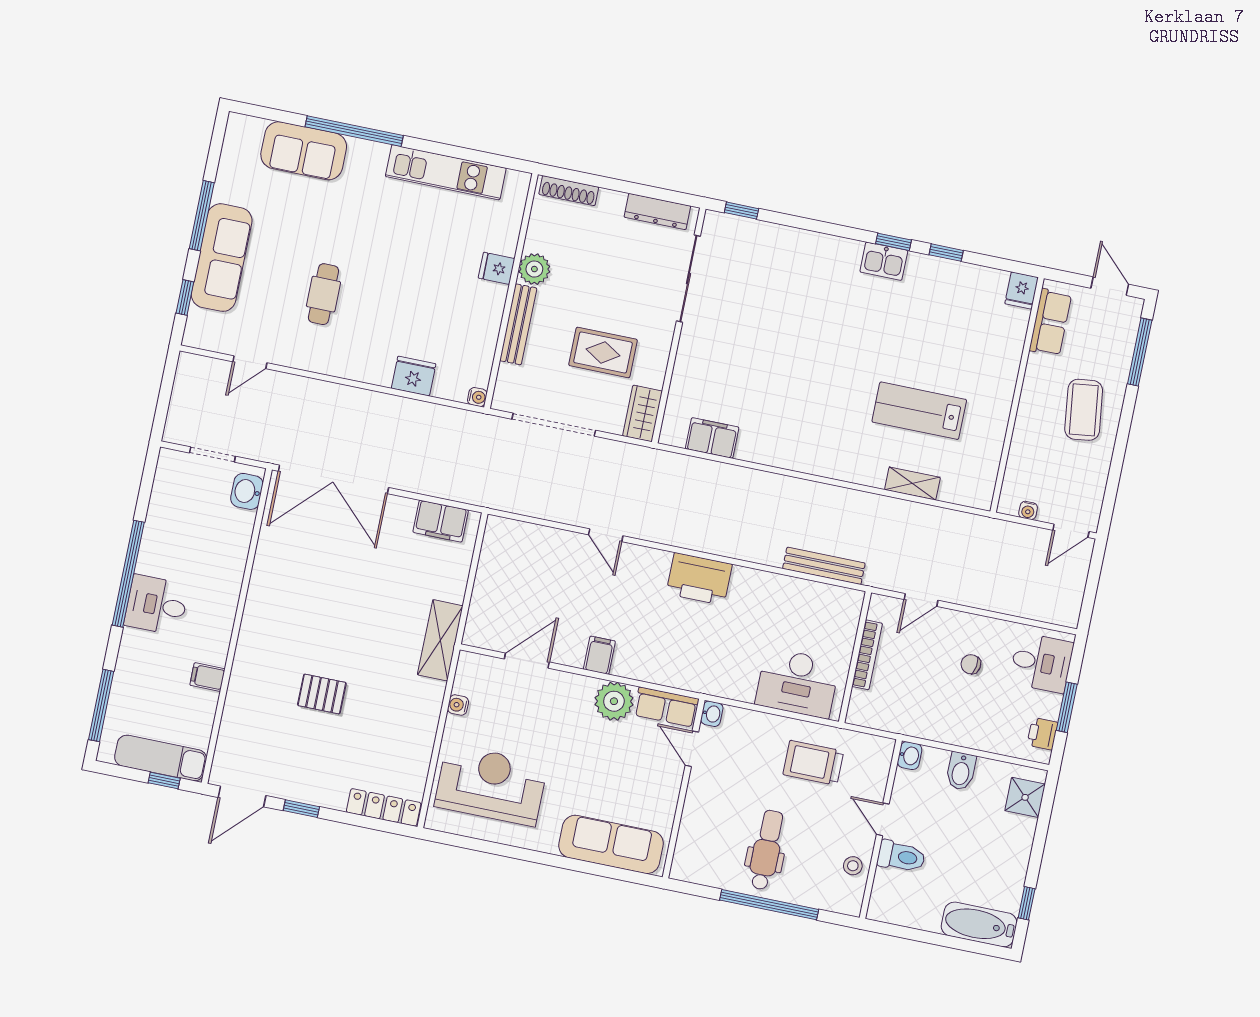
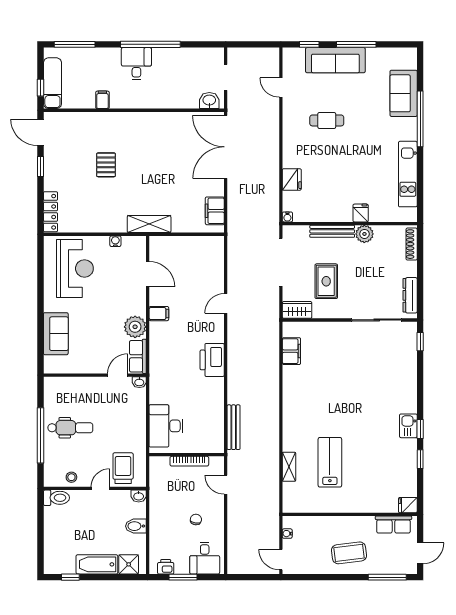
trolley: (813, 763) -> (123, 468), moved
sofa: (611, 844) -> (56, 334), width x0.73
toilet: (901, 856) -> (56, 498), moved, turned -90
bathtub: (979, 924) -> (97, 564), moved, turned -90

